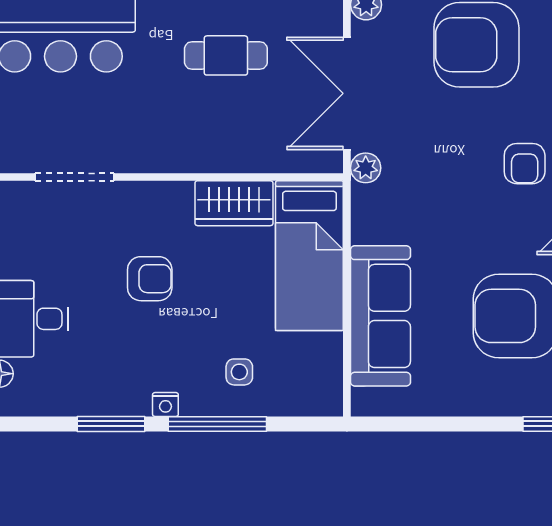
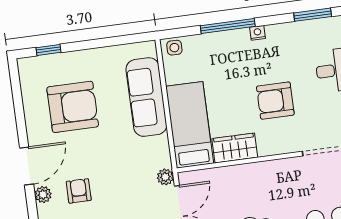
armchair: (150, 279) -> (275, 101), width x1.38, depth x1.38
side table: (239, 372) -> (174, 48), moved
window: (111, 424) -> (313, 15), moved

